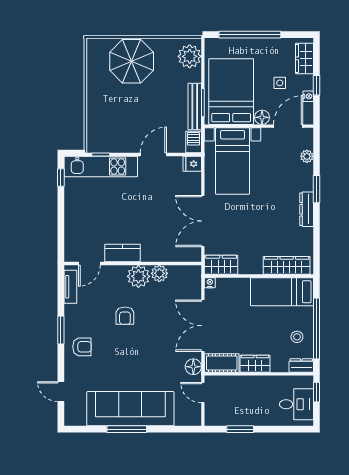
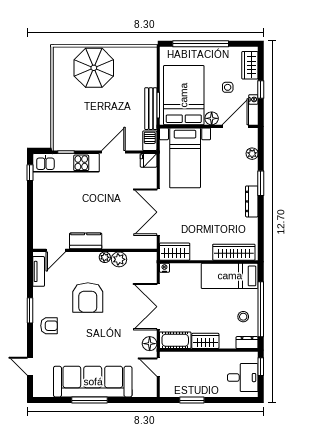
plant: (190, 56) -> (146, 63), removed
plant: (138, 276) -> (105, 257), width x0.53, depth x0.53
armchair: (125, 316) -> (88, 298), width x1.88, depth x1.88

